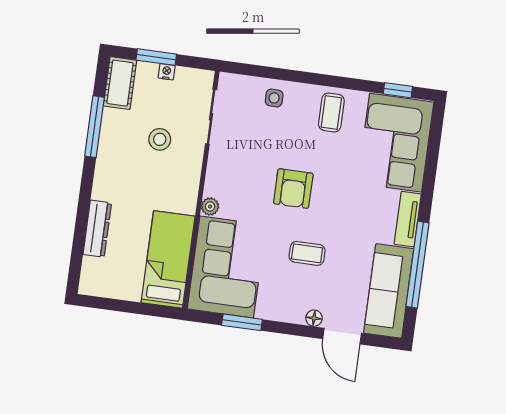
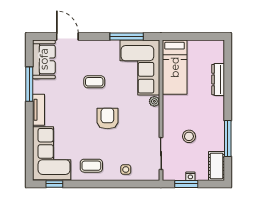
window: (156, 57) -> (186, 184), moved
coffee table: (331, 112) -> (91, 166), turned 90
window: (418, 265) -> (29, 84), width x0.68
sofa: (389, 291) -> (44, 59), width x0.73
floor lamp: (314, 318) -> (85, 45), removed
window: (242, 322) -> (127, 37), width x1.44

